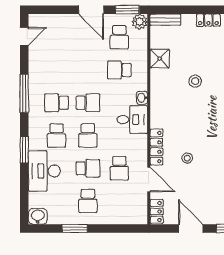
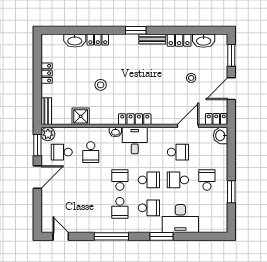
school desk: (119, 37) -> (62, 152), turned 180
locker: (156, 147) -> (135, 119), moved
stool: (187, 158) -> (191, 78), moved
school desk: (88, 168) -> (178, 180), turned -90
school desk: (88, 201) -> (207, 180), turned -90
washbasin: (38, 216) -> (221, 135), moved

